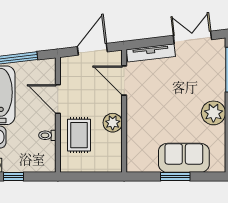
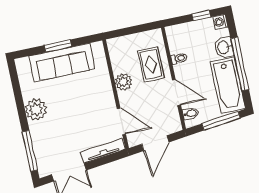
bidet: (48, 73) -> (190, 113), added
sofa: (184, 158) -> (62, 62), width x1.36

